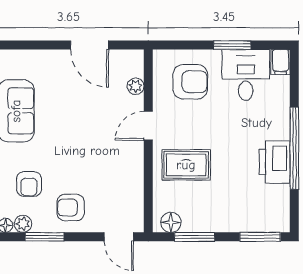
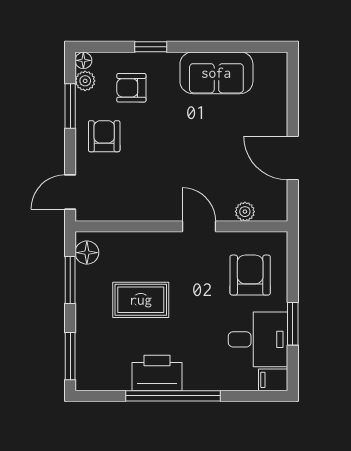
door: (89, 45) -> (293, 158), hinge flipped
armchair: (190, 82) -> (250, 275), turned 180
rug: (186, 165) -> (141, 300), moved, turned 90

